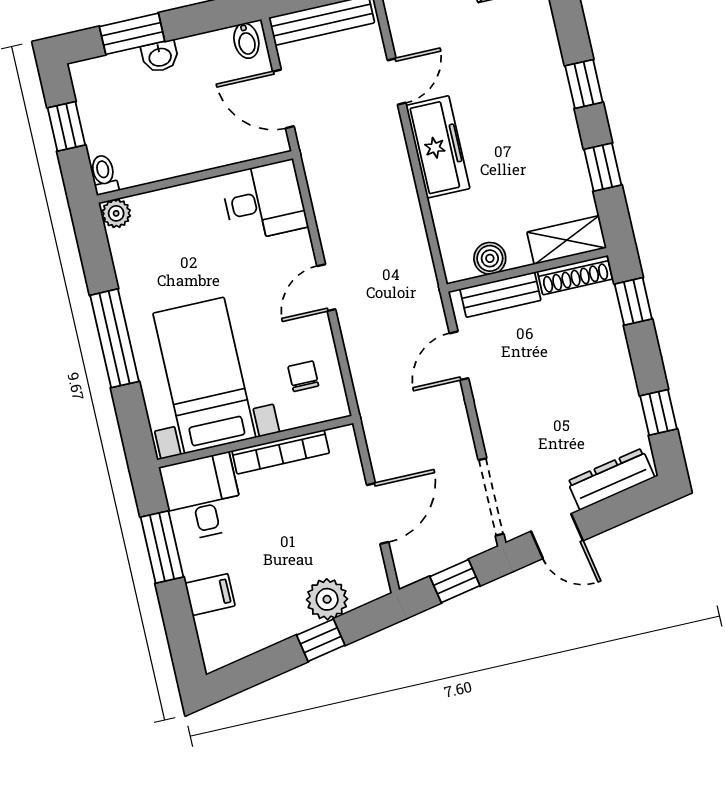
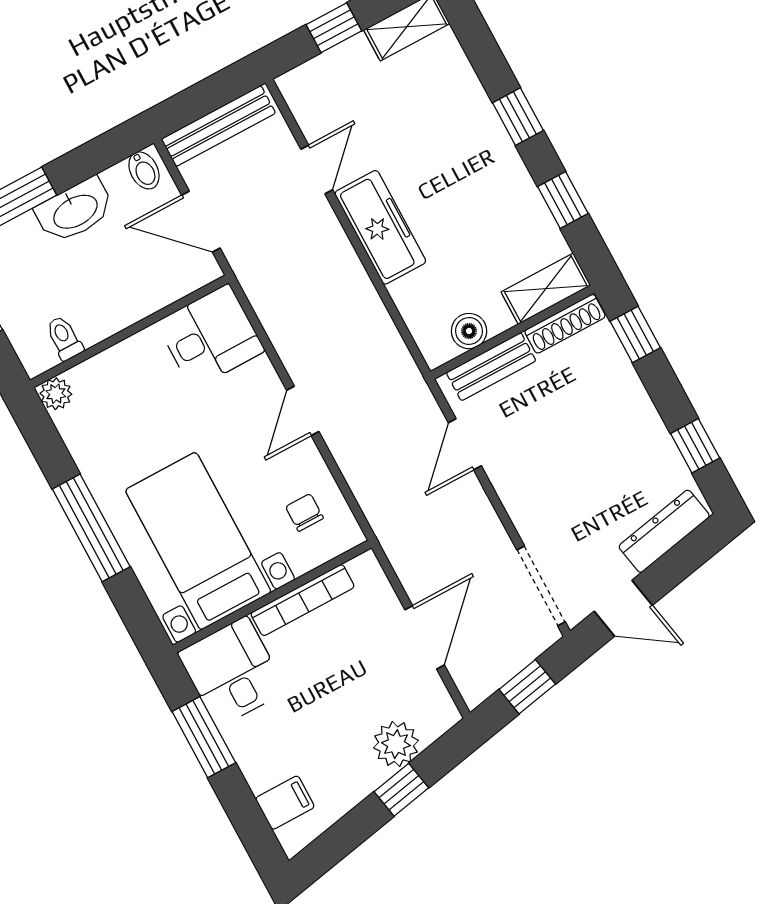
washbasin: (160, 56) -> (75, 211), width x1.91, depth x1.45
toilet: (104, 175) -> (64, 338), moved
filing cabinet: (210, 595) -> (285, 803), moved

